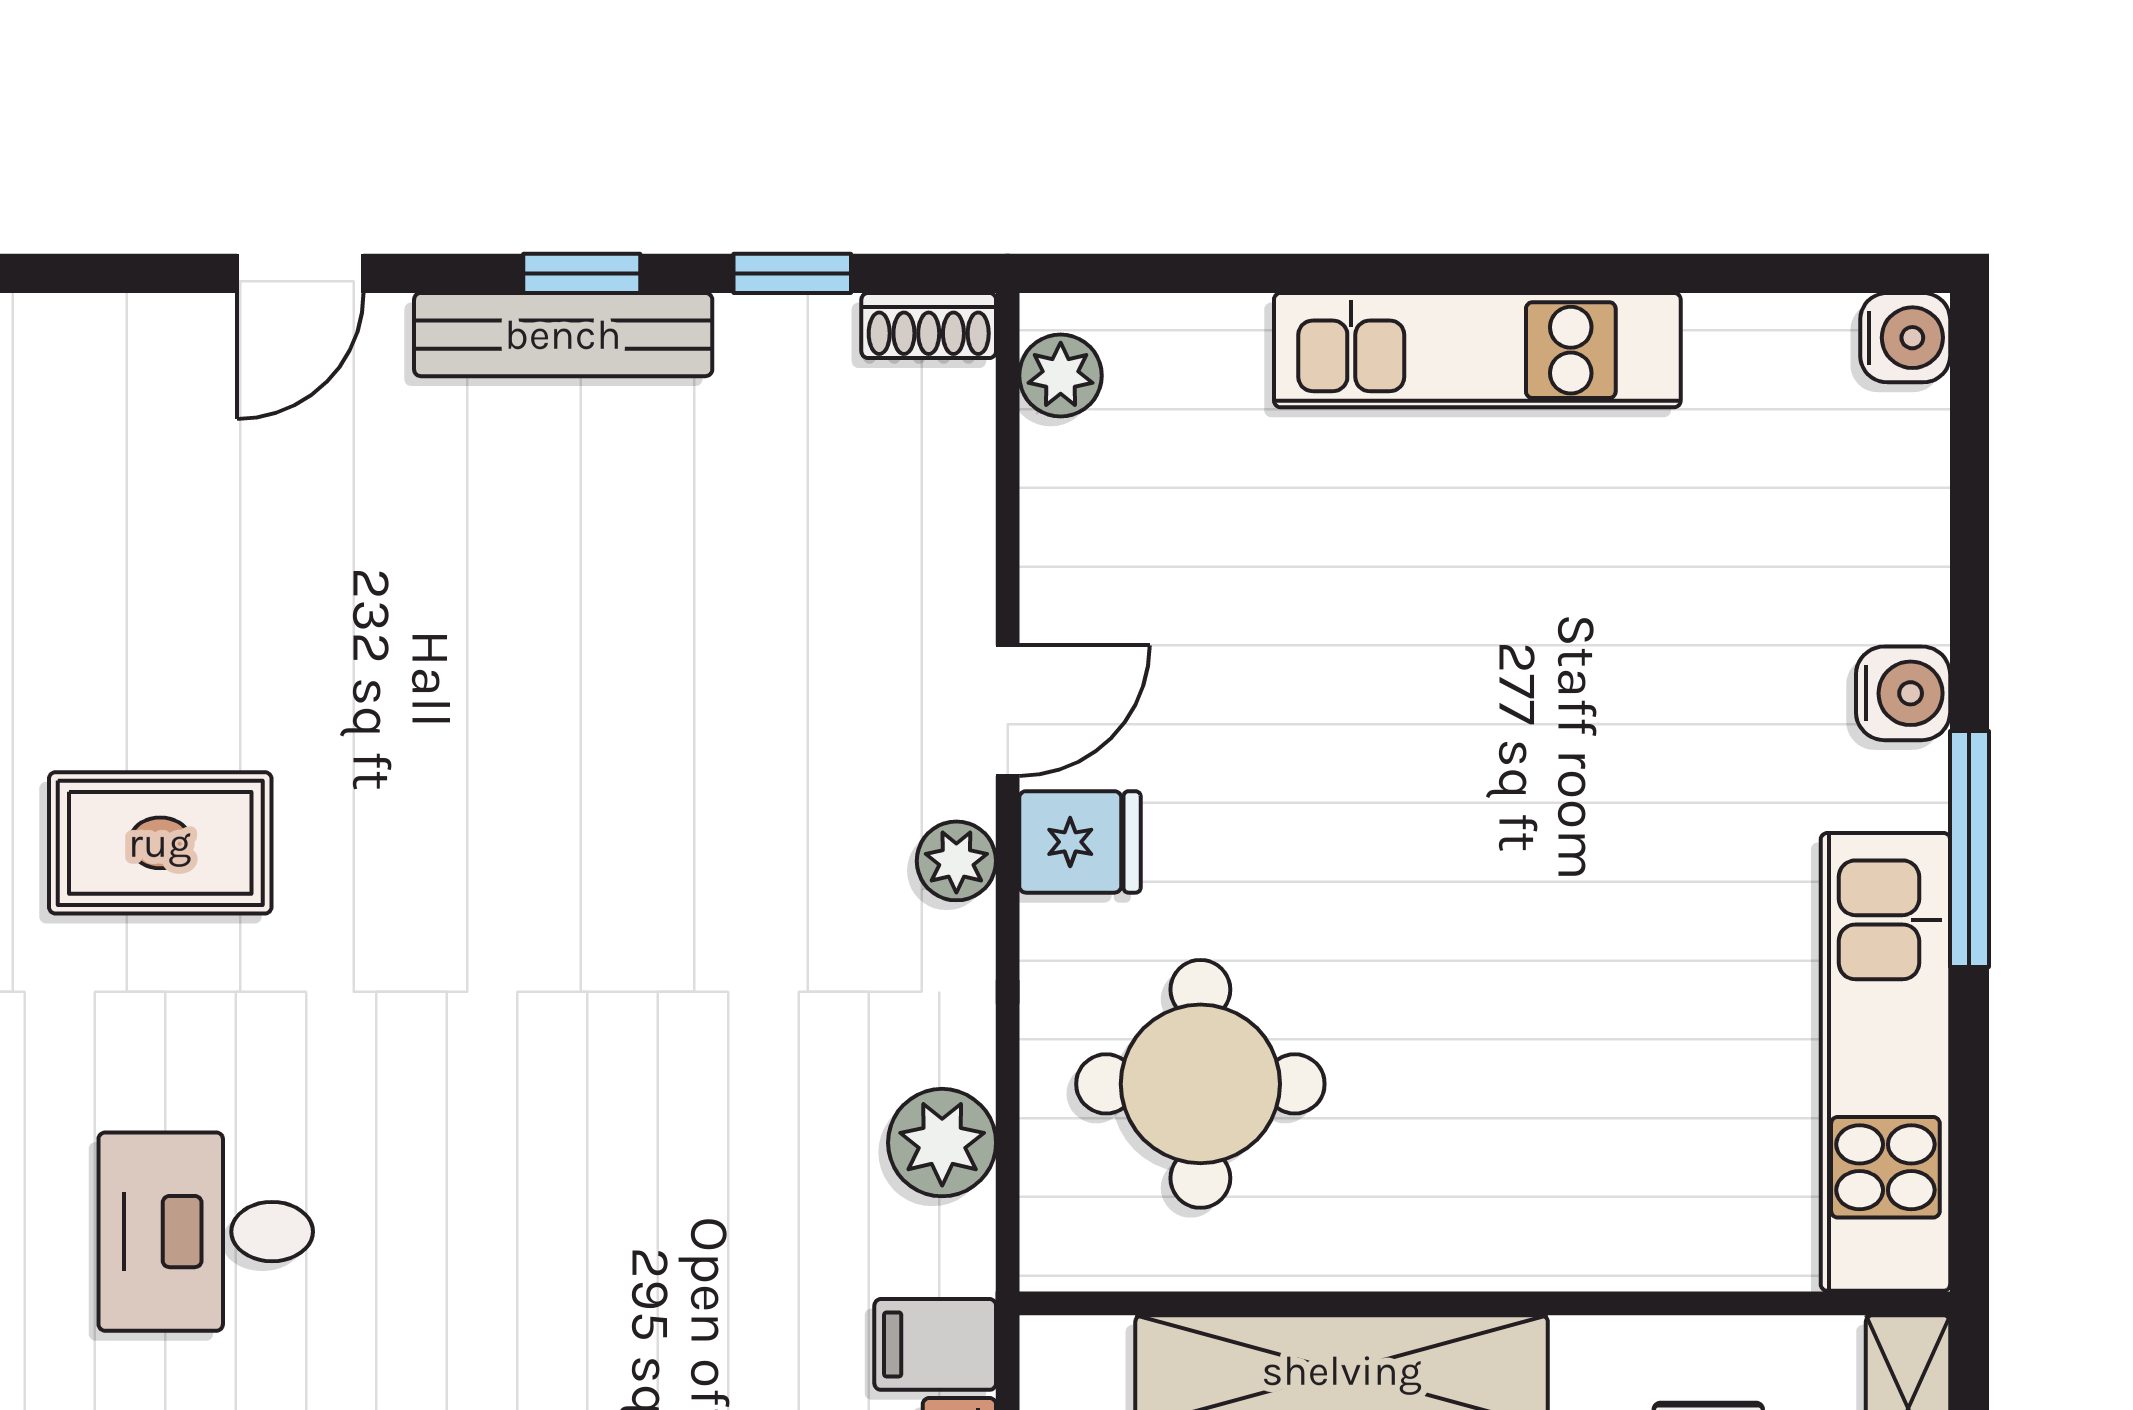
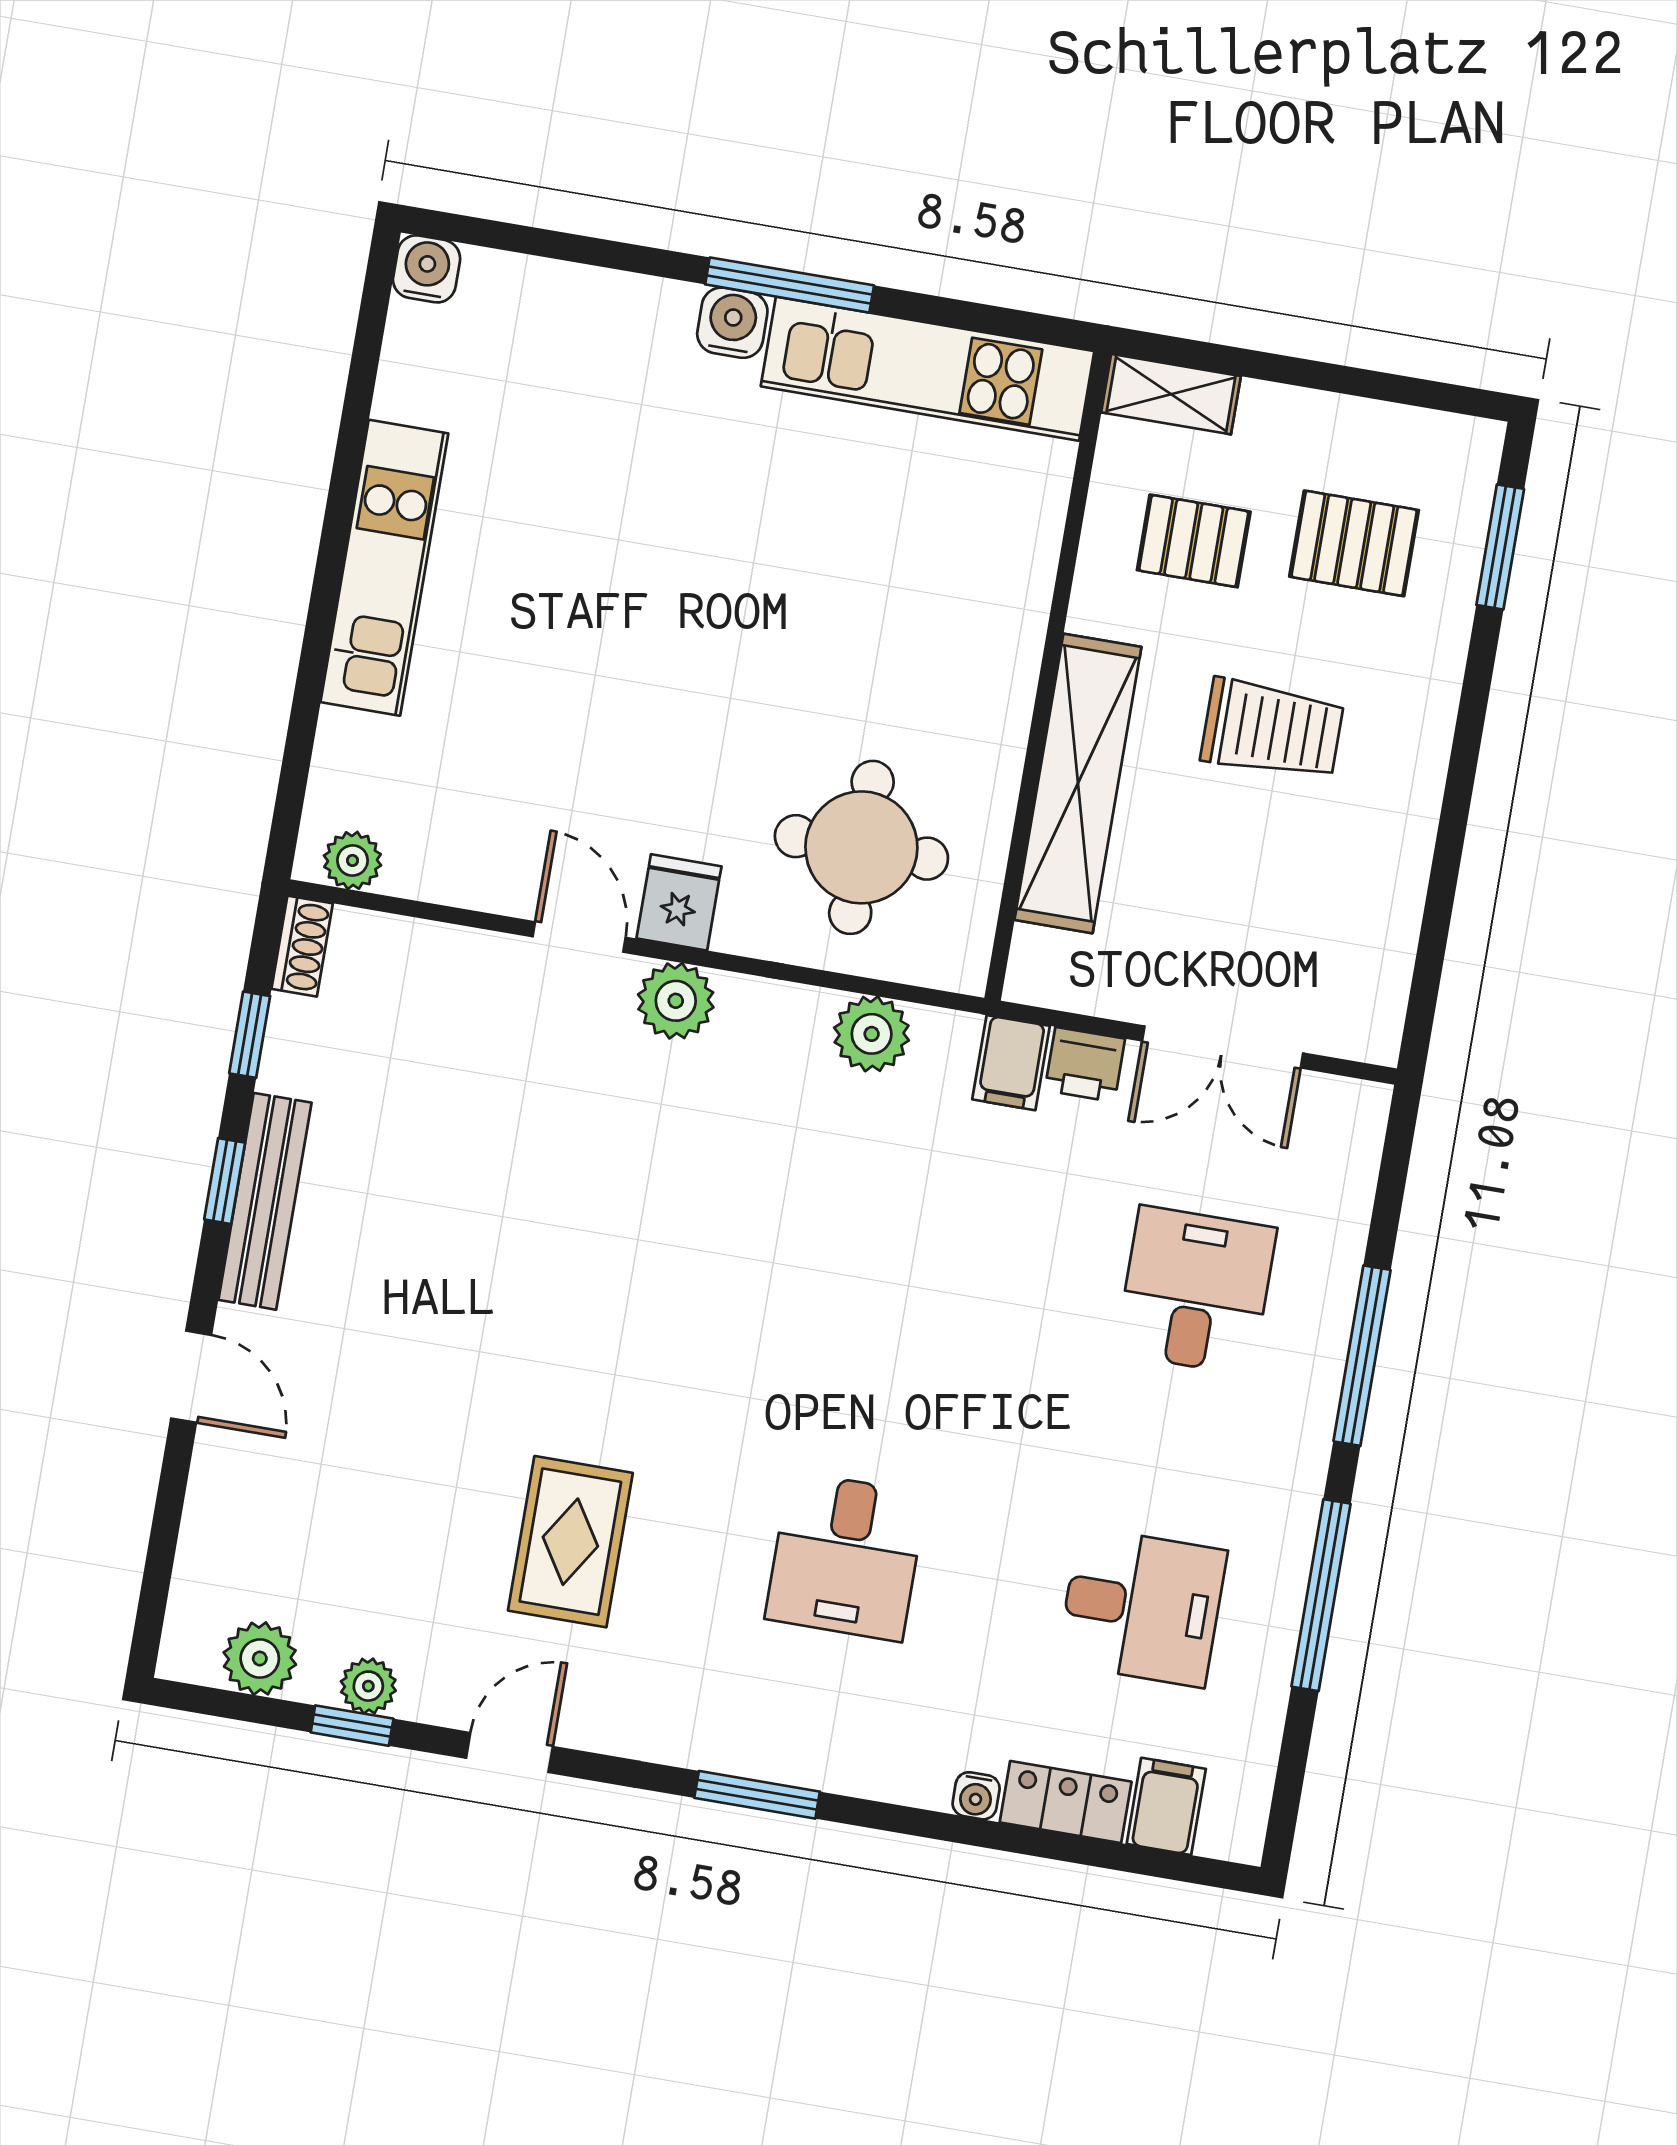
water cooler: (1903, 693) -> (732, 323), moved
plant: (956, 861) -> (676, 1001), width x1.38, depth x1.38

